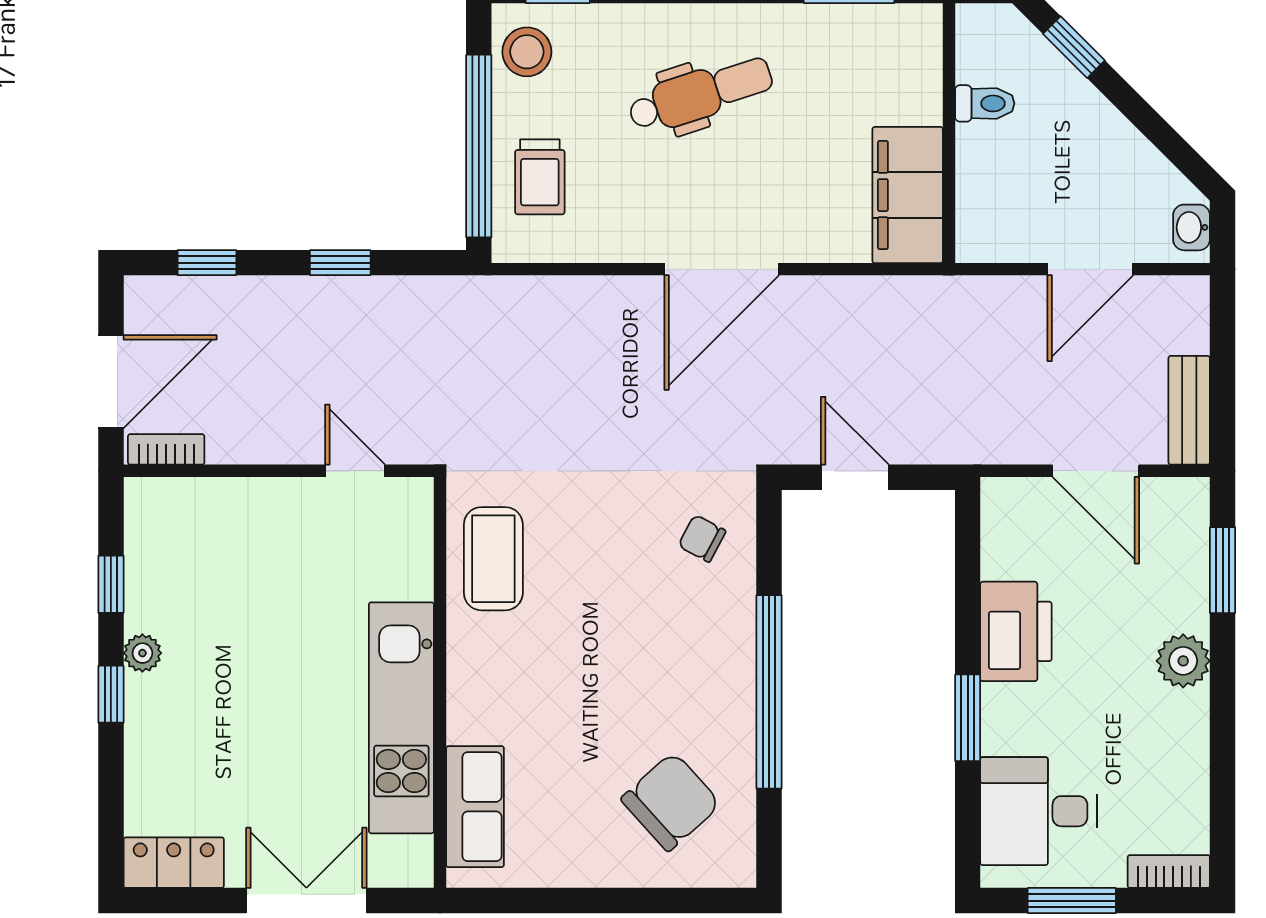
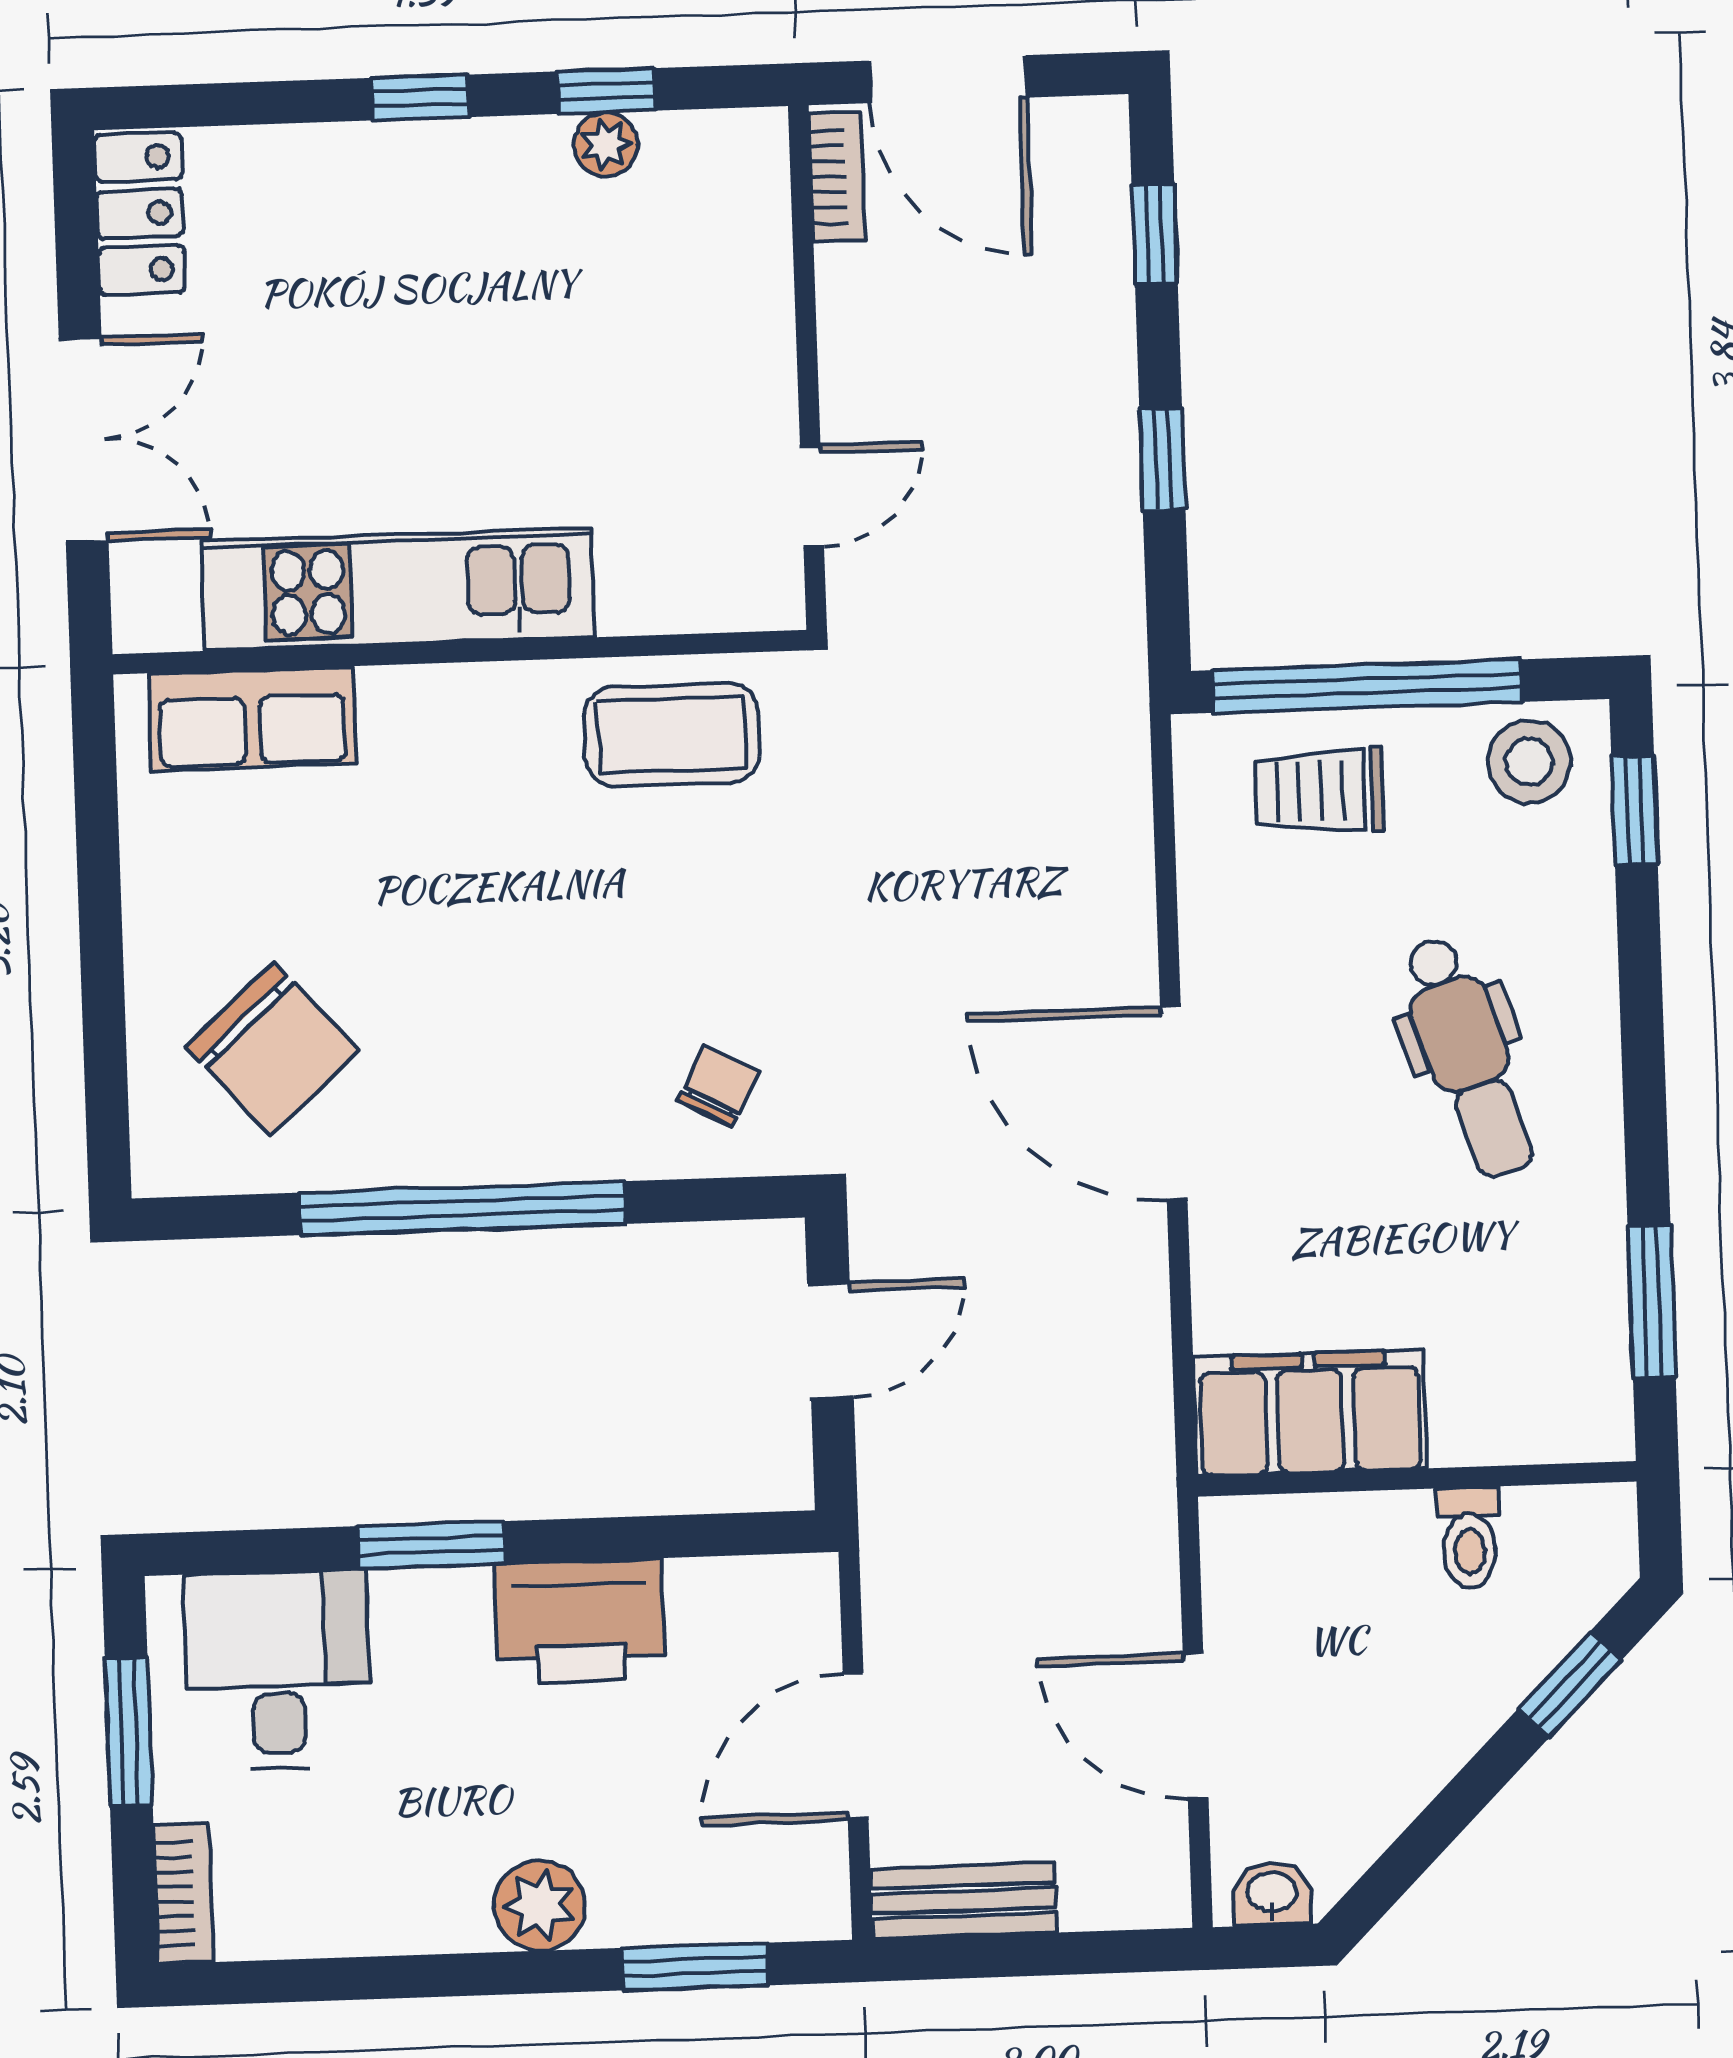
plant: (142, 653) -> (606, 144), moved

